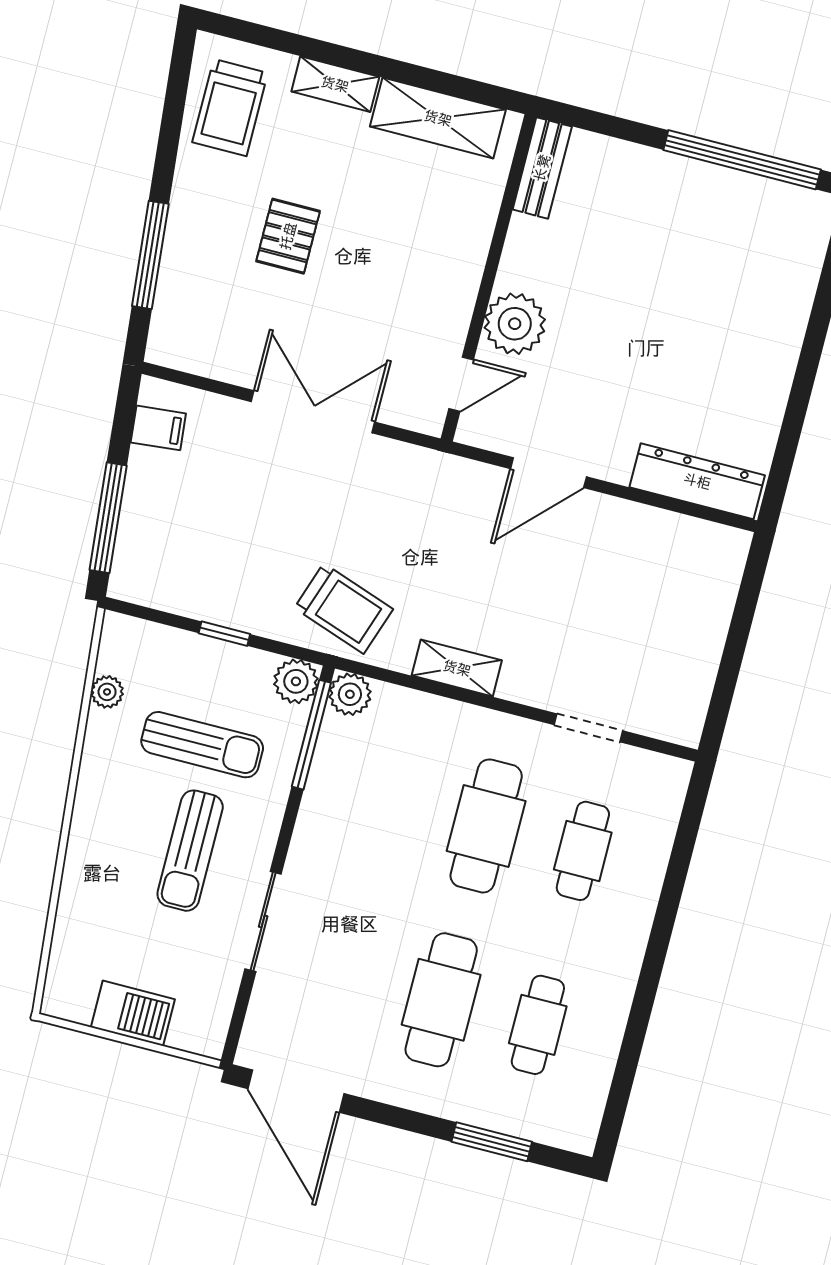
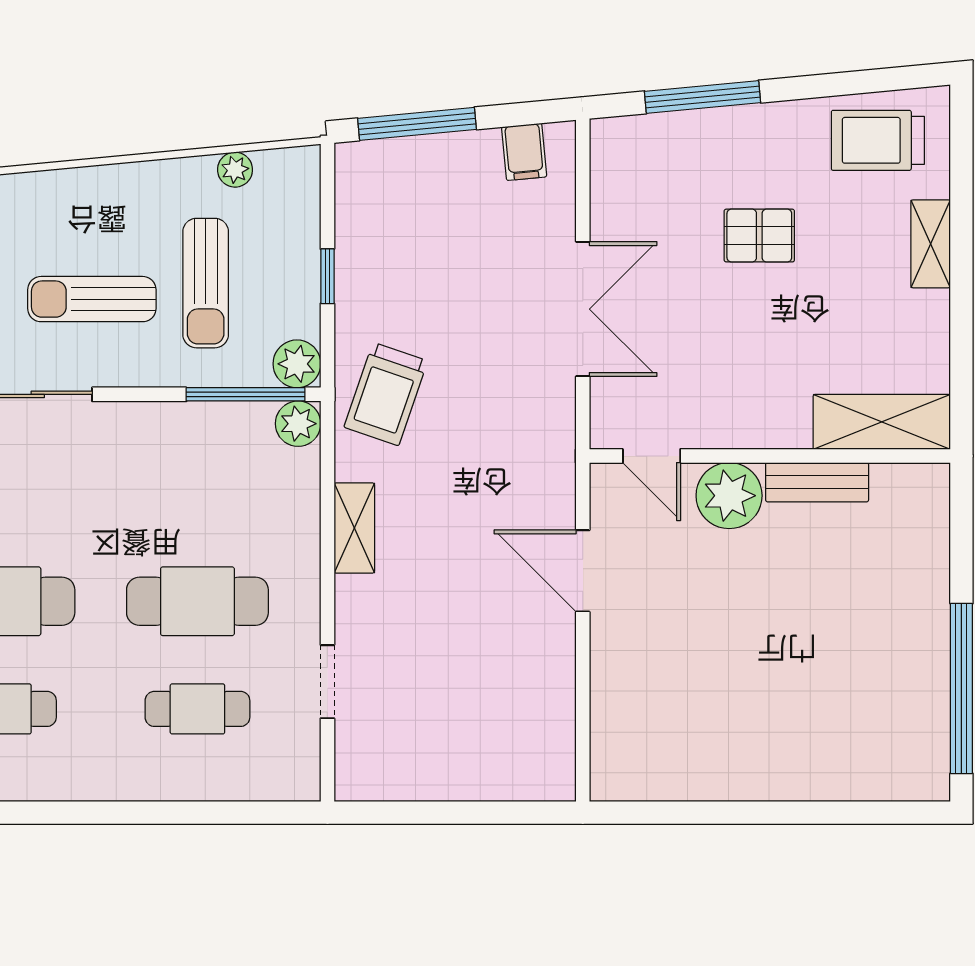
shelving: (438, 118) -> (882, 422), moved, turned 90
bench: (542, 168) -> (817, 482), moved
dresser: (697, 481) -> (614, 728), removed

